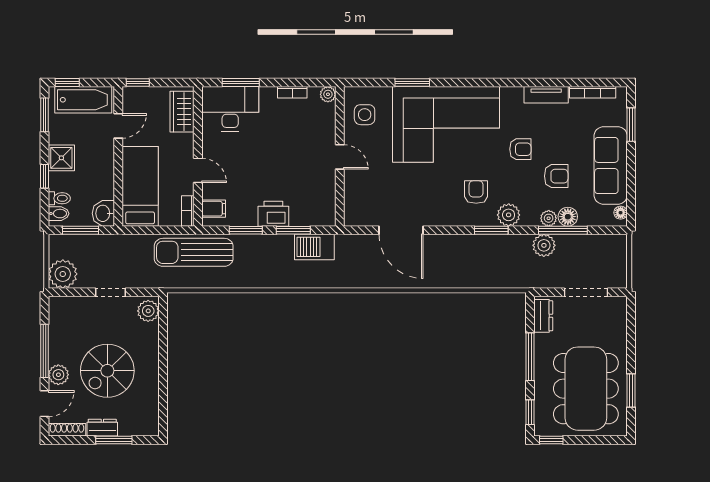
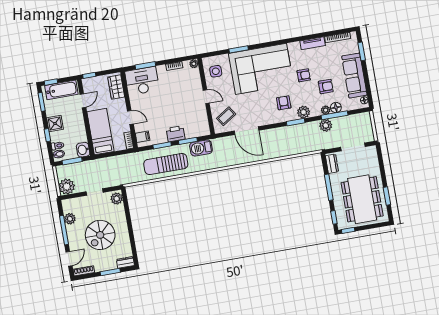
coffee table: (369, 198) -> (226, 116), added
sun lounger: (194, 252) -> (166, 164), moved
plant: (58, 375) -> (70, 219), moved
dresser: (102, 428) -> (125, 262), moved

